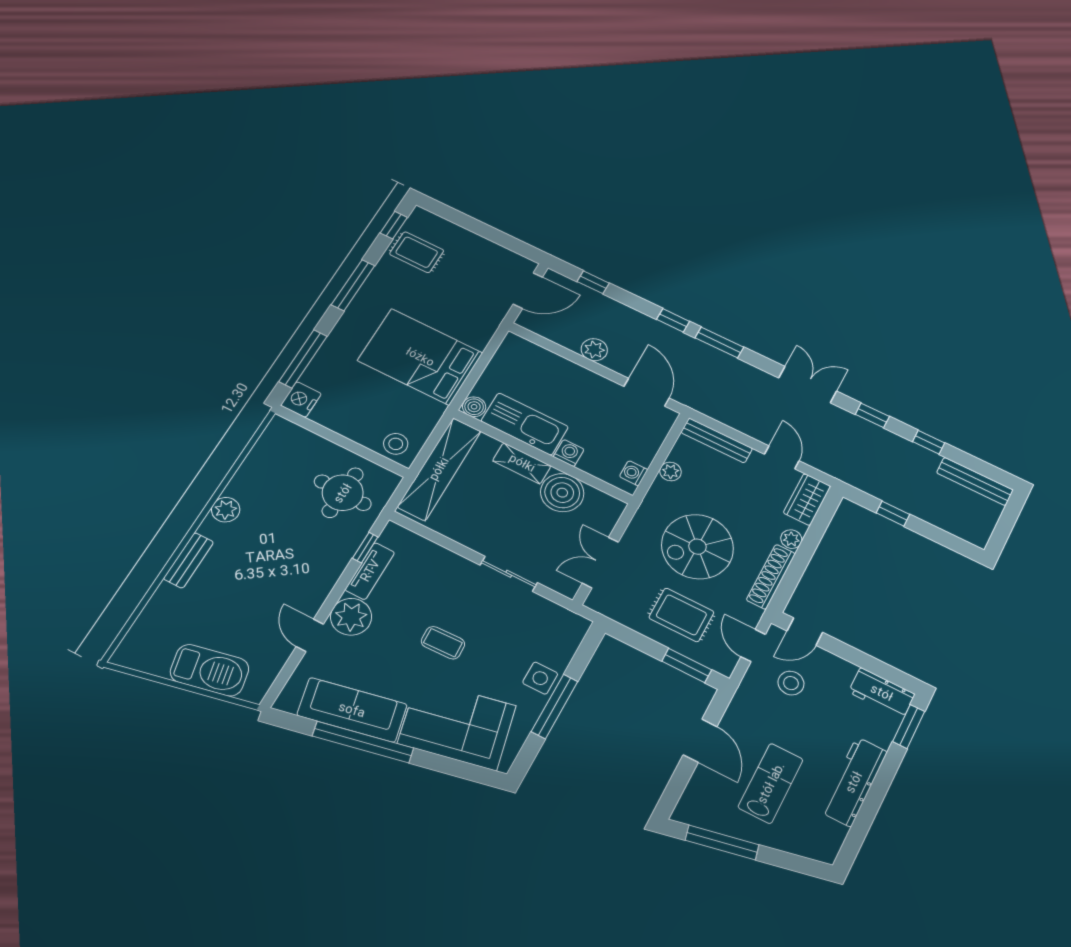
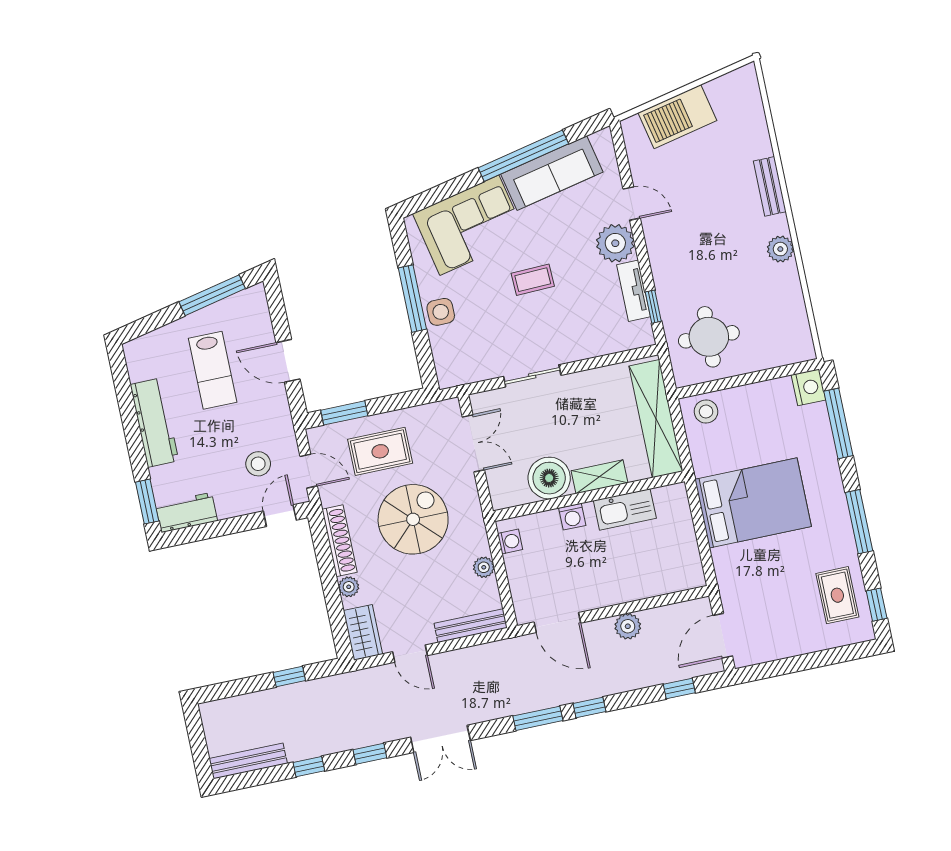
rug: (417, 252) -> (837, 595), turned 90
boiler: (474, 407) -> (676, 495), removed
kitchen sink: (525, 424) -> (625, 509), width x0.73, depth x0.81

